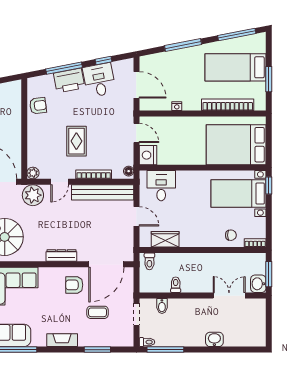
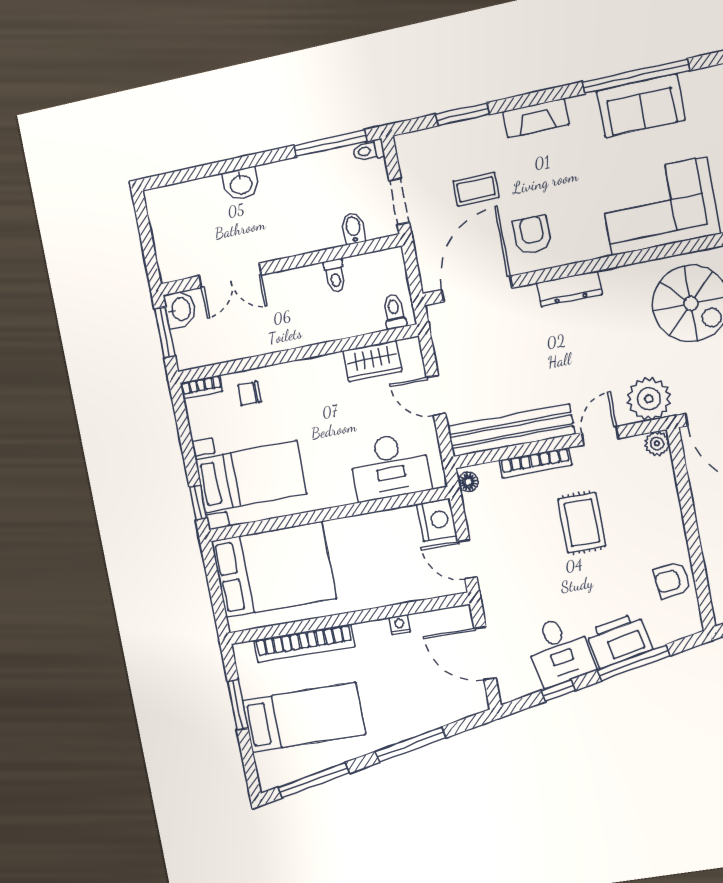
desk: (161, 186) -> (390, 467), width x1.37
armchair: (74, 285) -> (532, 235), turned -90

